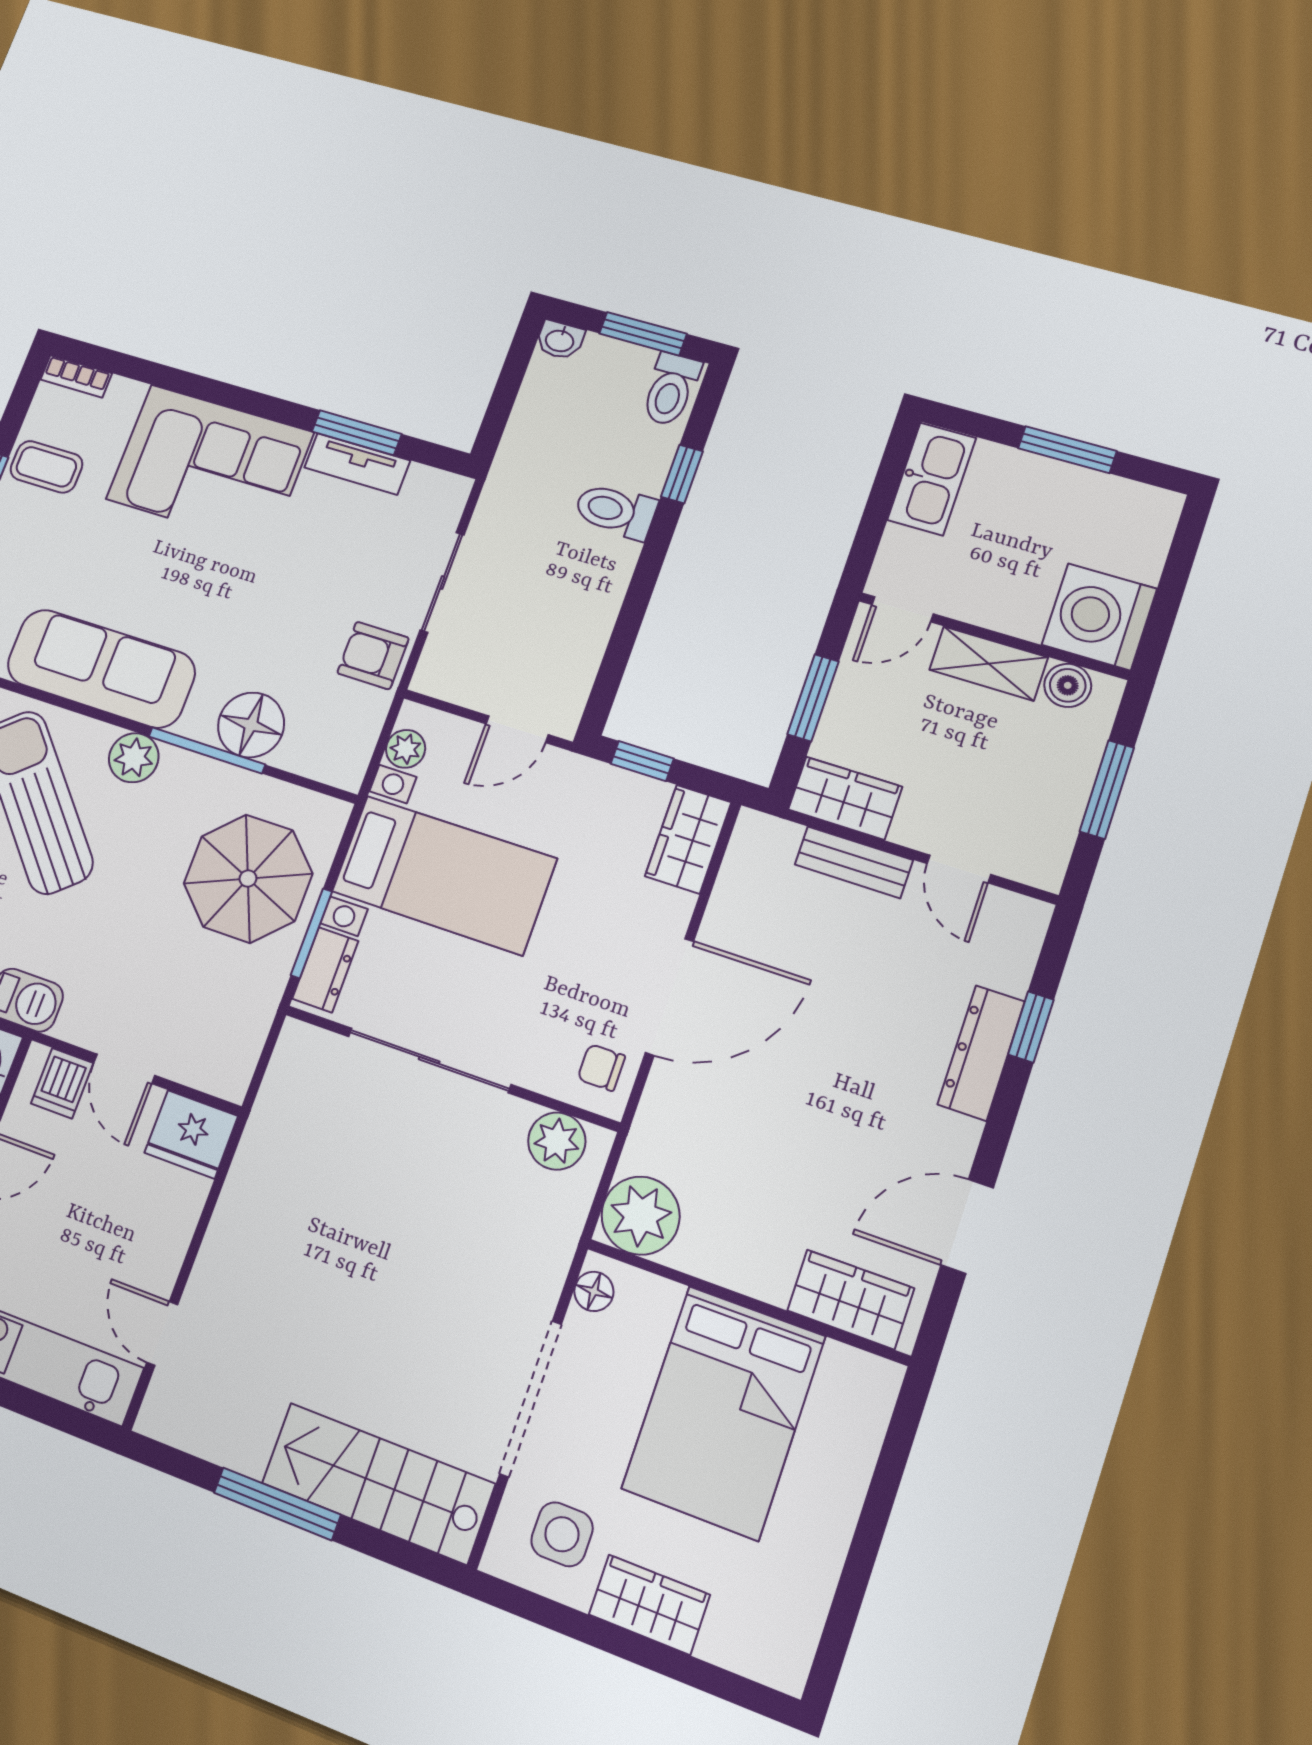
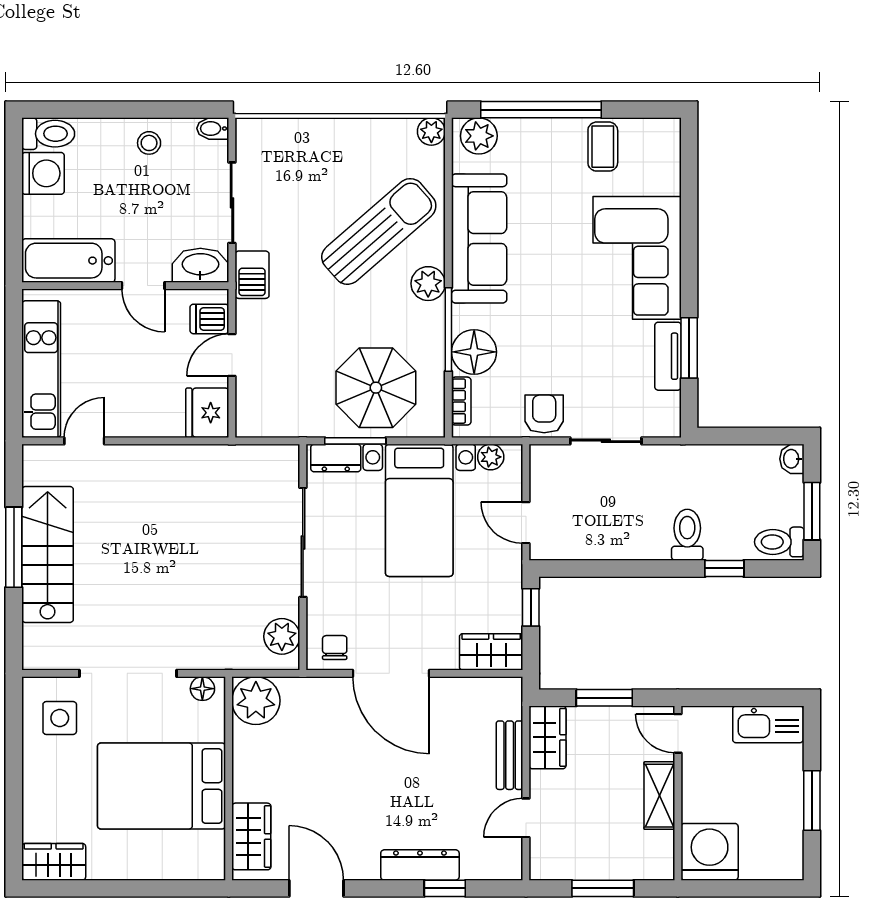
bookcase: (76, 376) -> (461, 401), moved, turned 180
boiler: (1068, 685) -> (660, 846), removed
stairs: (378, 1483) -> (48, 554), moved
wardrobe: (649, 1605) -> (54, 862), moved, turned -90

